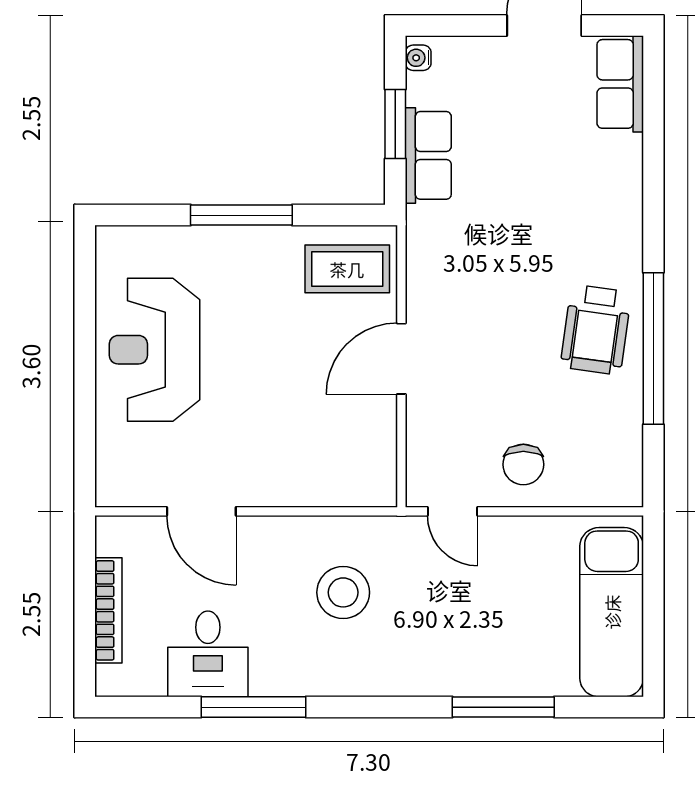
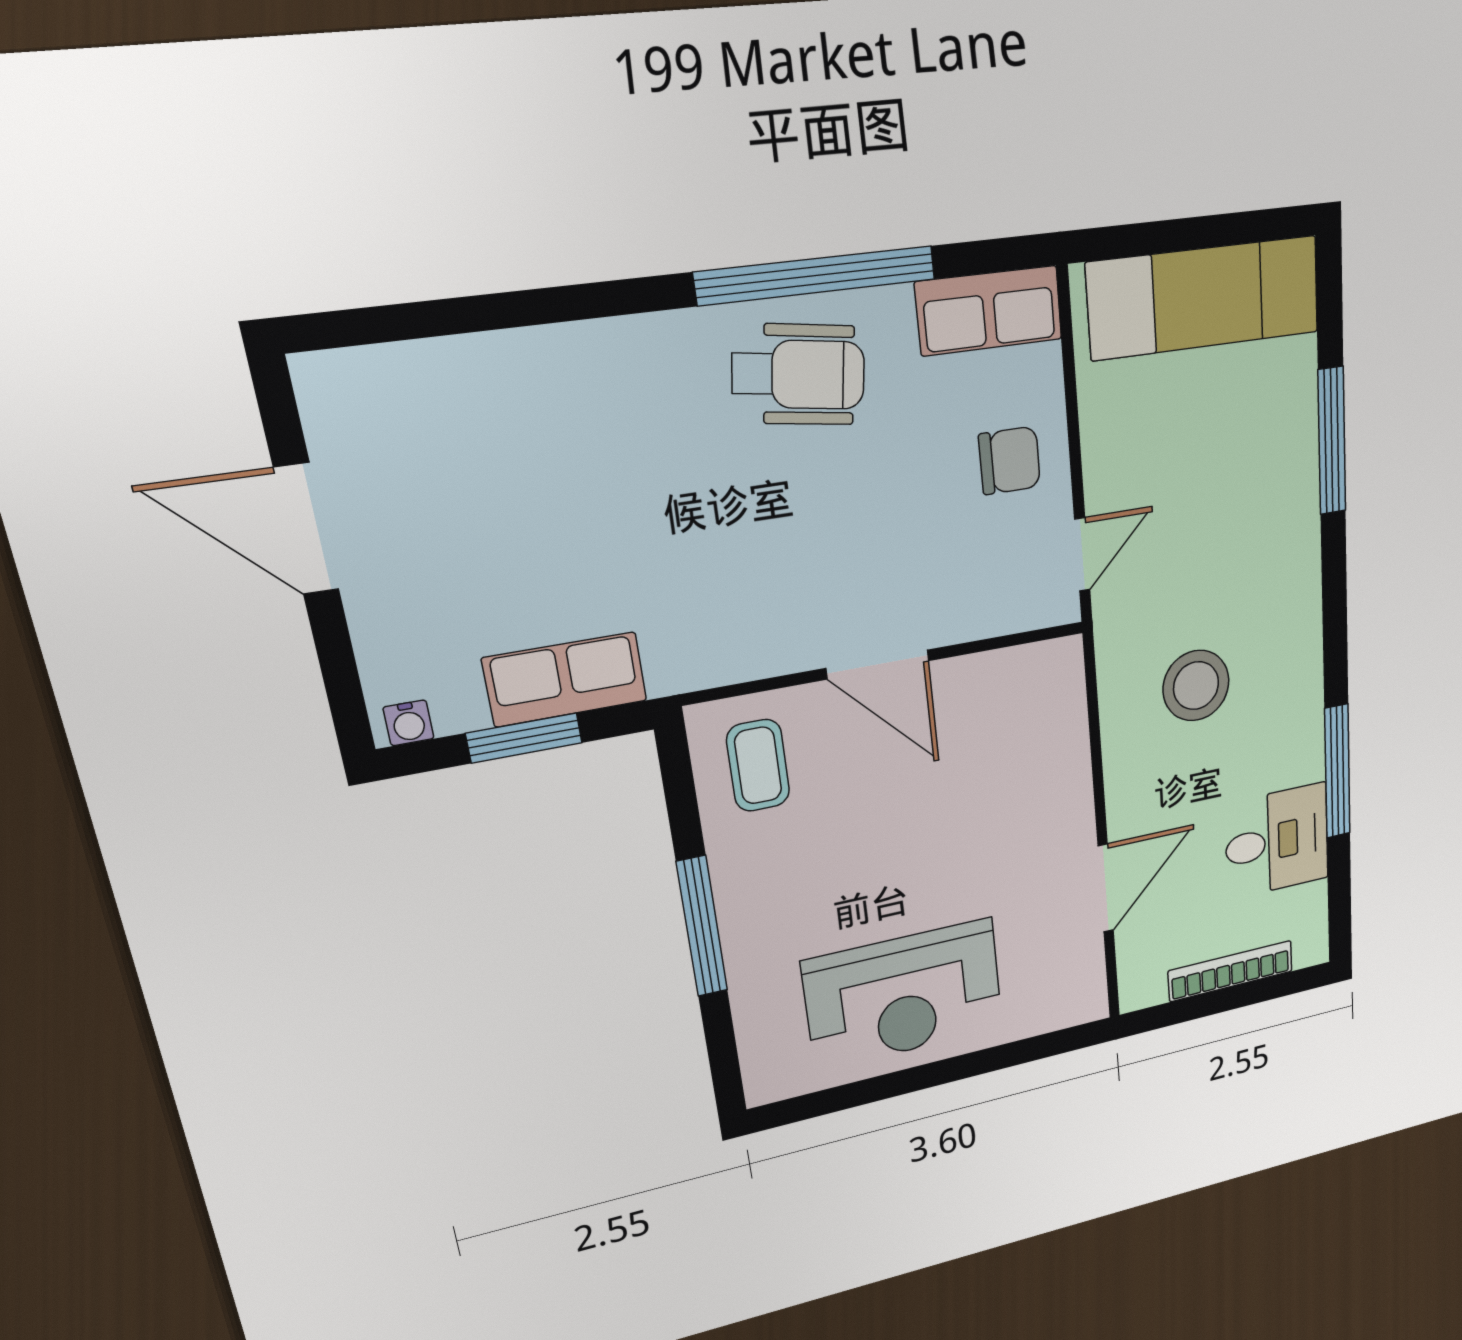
row of seats: (620, 84) -> (989, 311), moved
coffee table: (347, 269) -> (758, 765), width x0.73, depth x0.77

